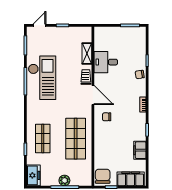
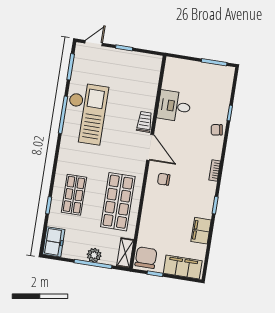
shelving: (87, 54) -> (125, 253), moved

